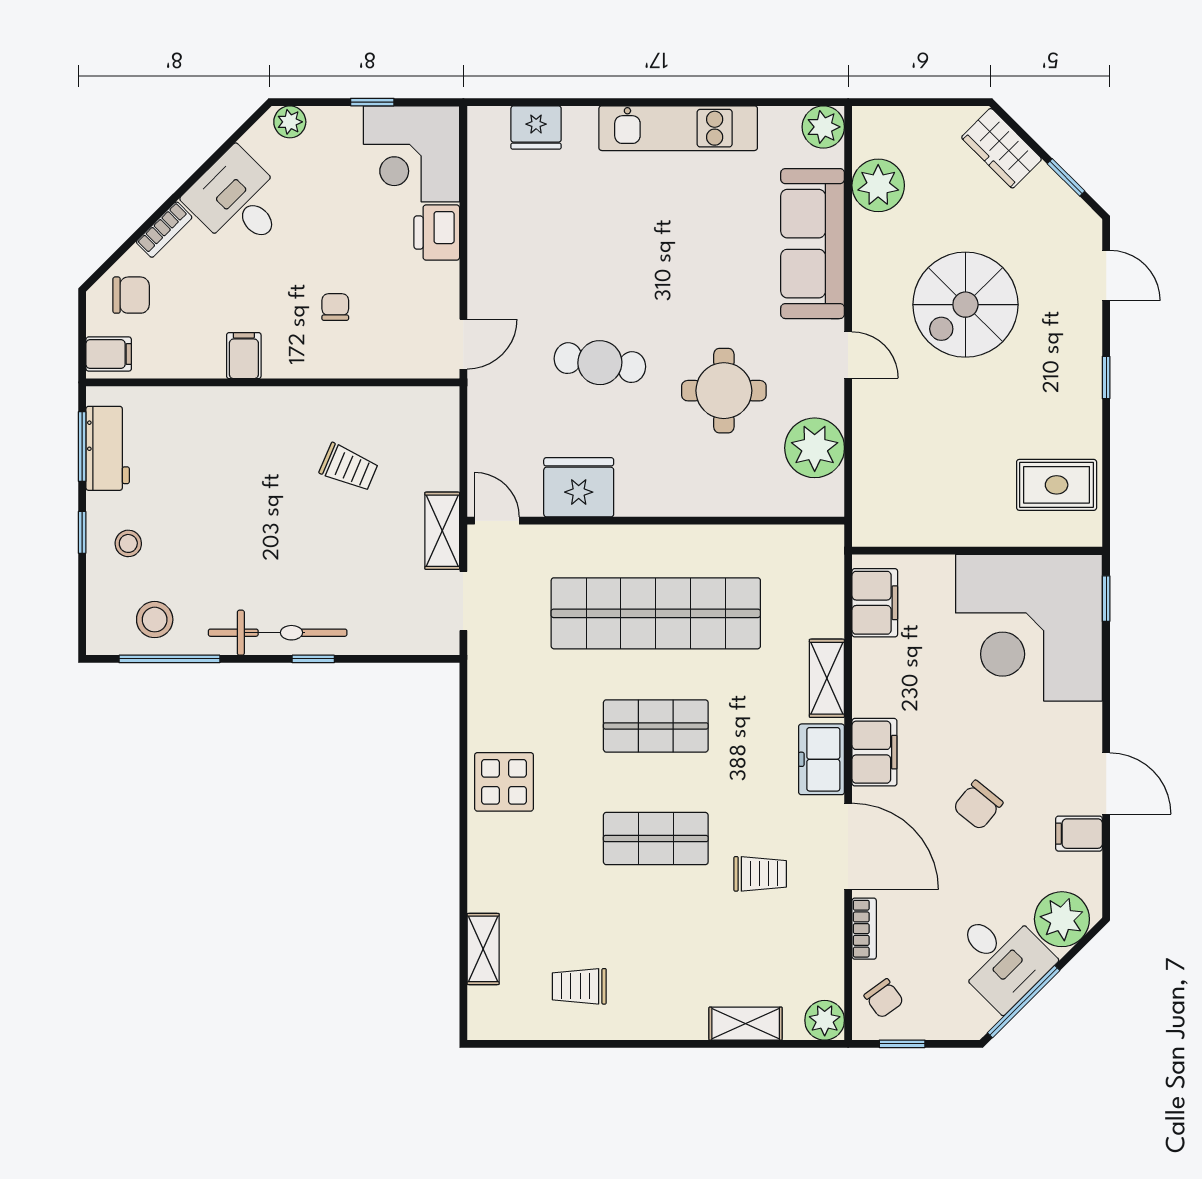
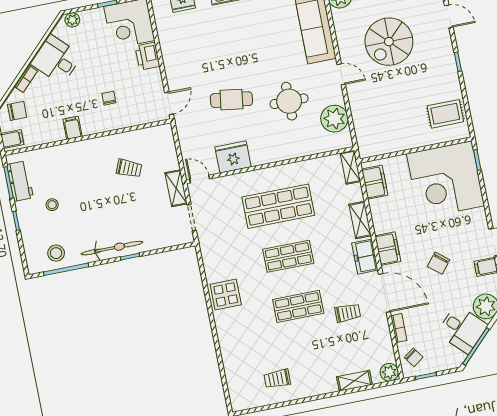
stool: (128, 543) -> (52, 205), moved
shop shelf: (656, 613) -> (278, 206), width x0.71
shelving: (483, 949) -> (350, 167), moved

